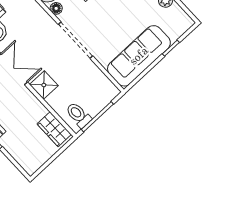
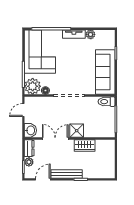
toilet: (78, 115) -> (106, 102), moved
wardrobe: (54, 129) -> (85, 146), moved

